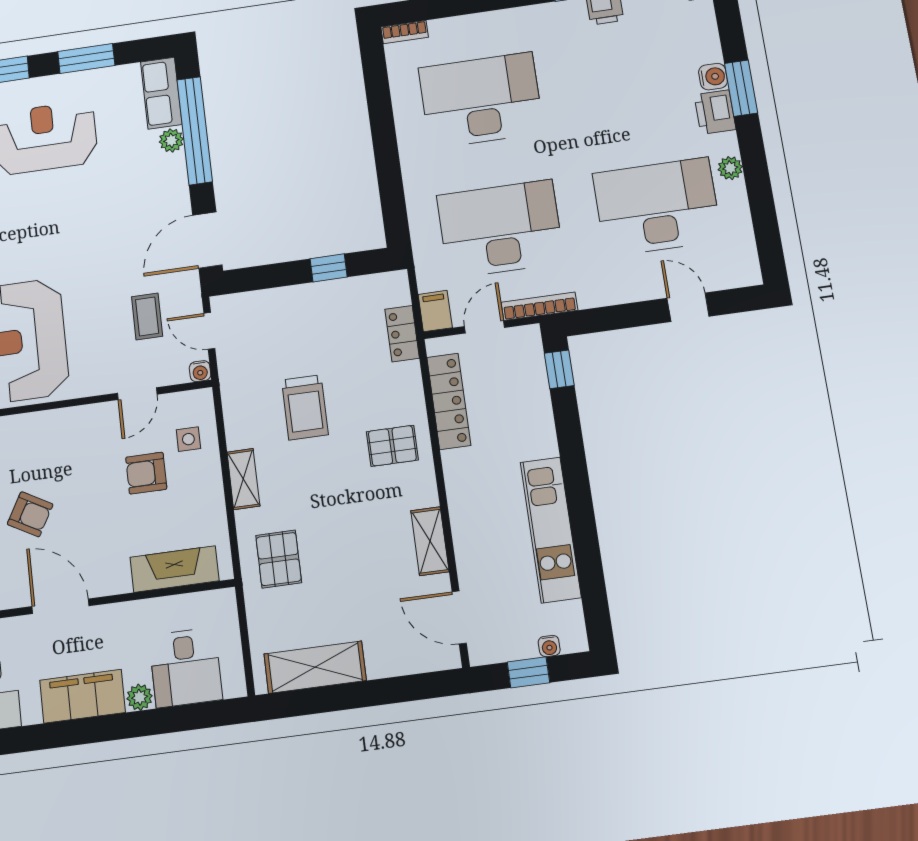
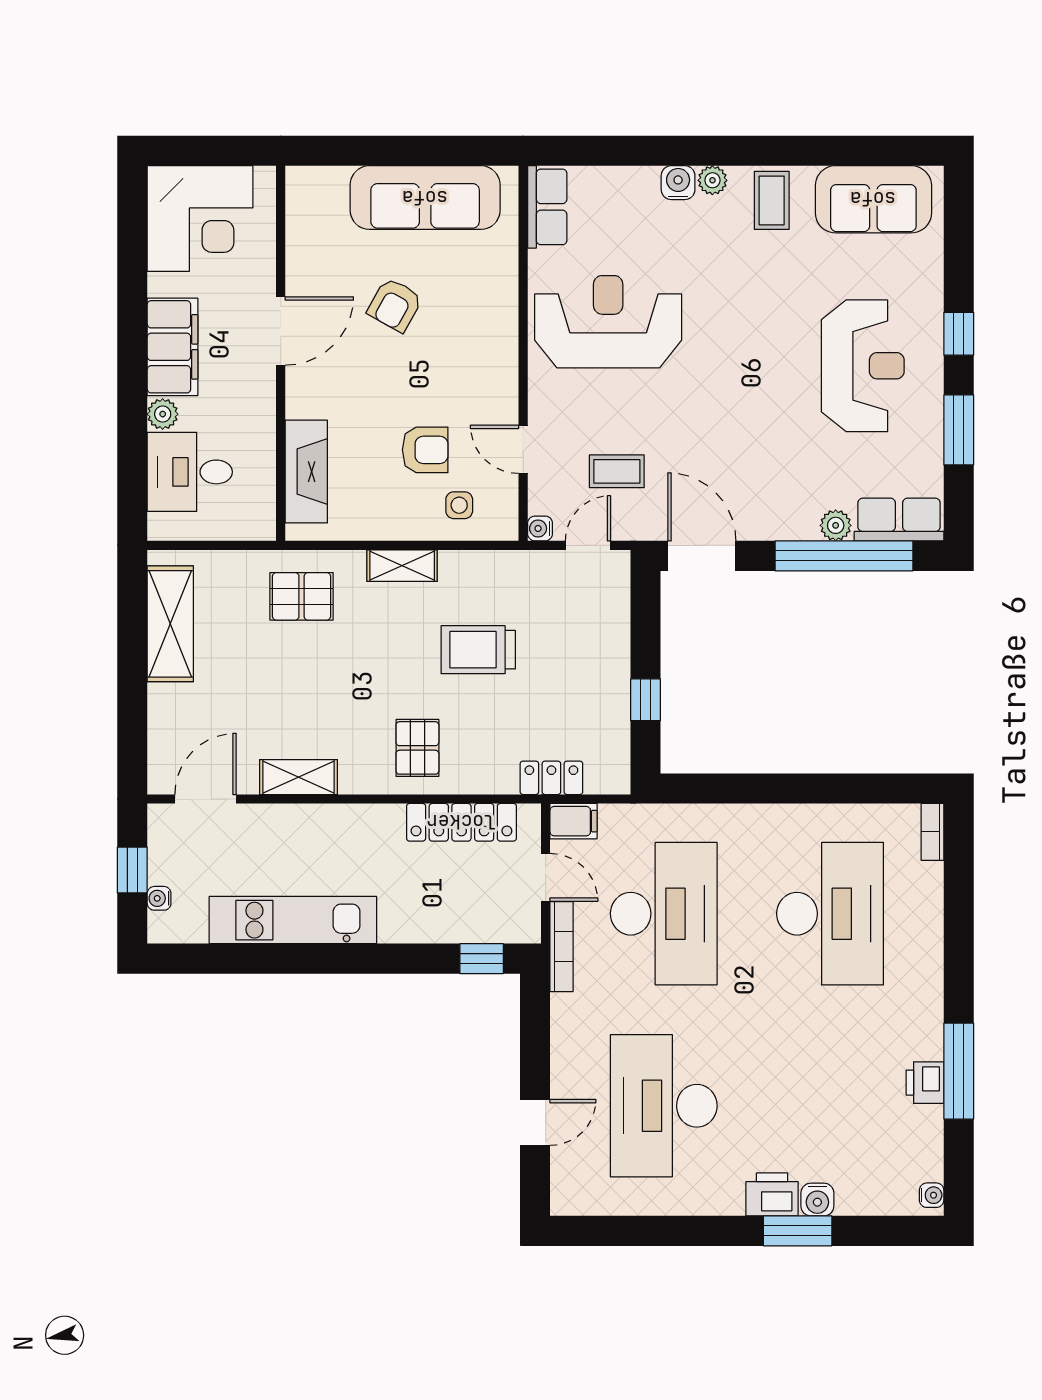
plant: (730, 168) -> (699, 1201), removed
desk: (657, 207) -> (664, 1106), turned 180
armchair: (146, 473) -> (425, 450), turned 90

